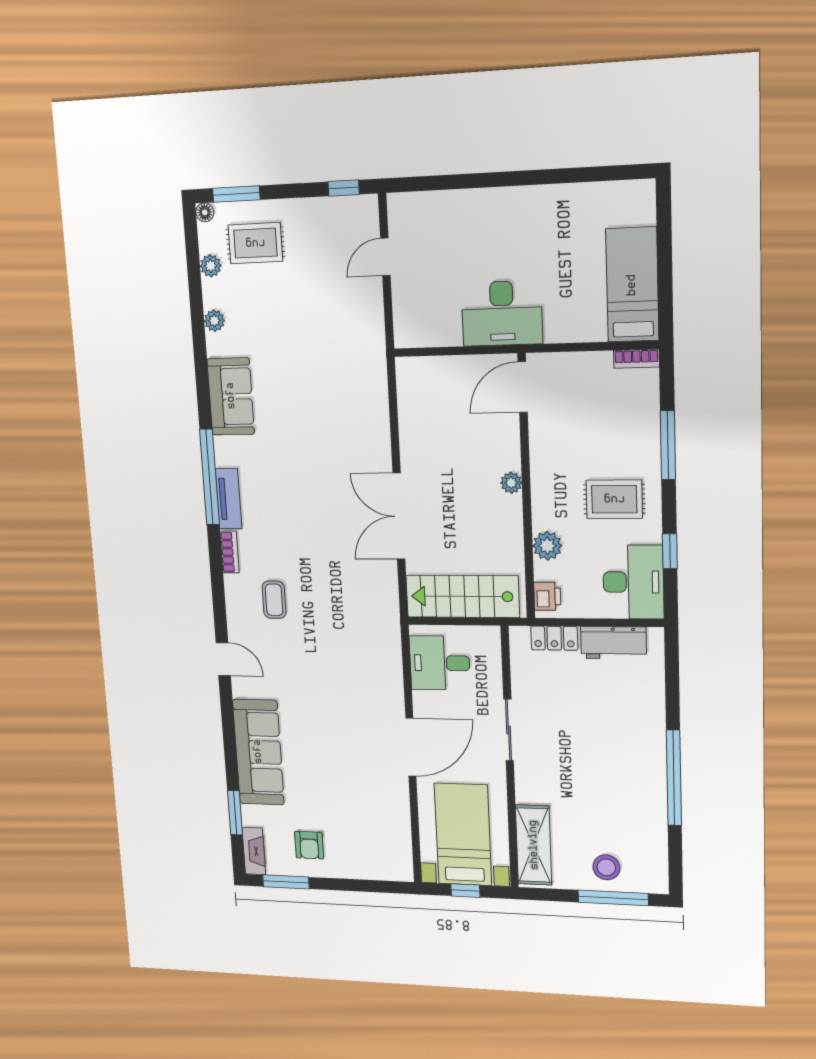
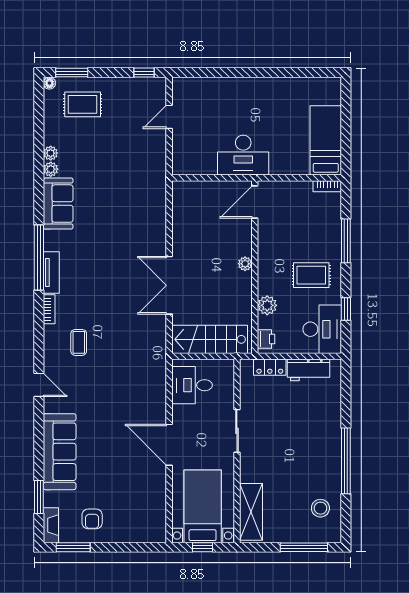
plant: (211, 266) -> (51, 169), moved
door: (411, 747) -> (169, 445), swing flipped
stool: (606, 867) -> (320, 508), moved

